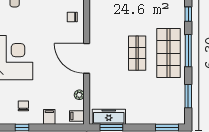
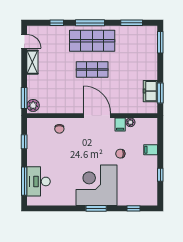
door: (87, 58) -> (97, 116), swing flipped
chair: (23, 106) -> (120, 154), moved
filing cabinet: (77, 116) -> (120, 124), moved
freezer: (109, 117) -> (150, 91), width x0.71

